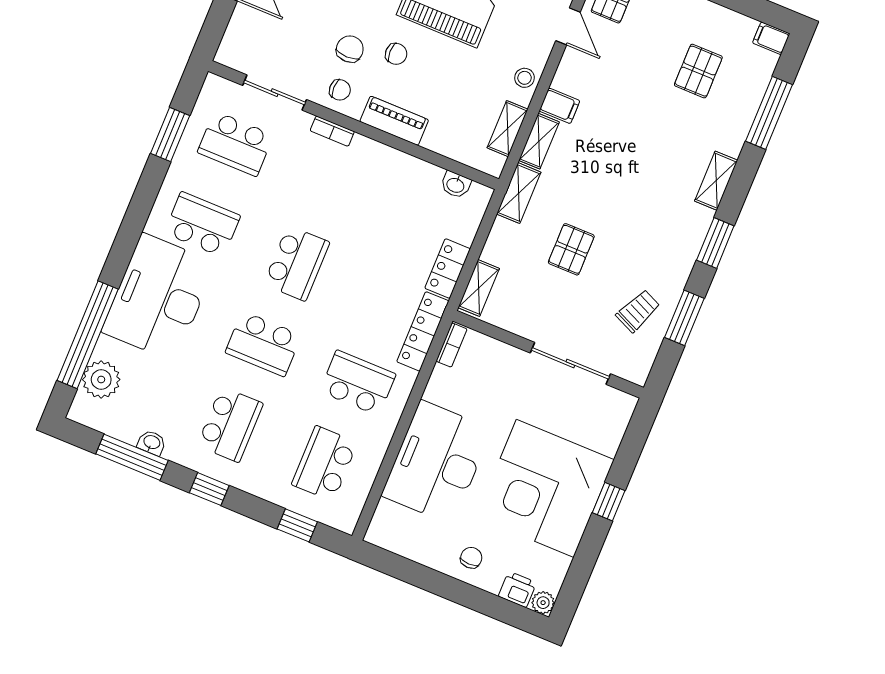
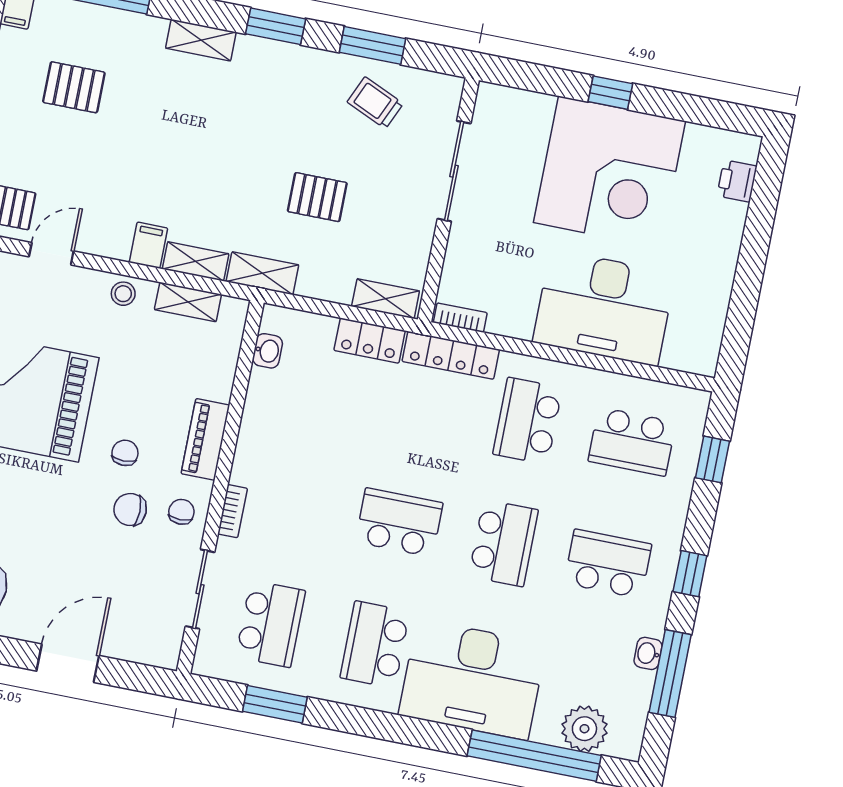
chair: (471, 558) -> (710, 244), removed
plant: (543, 603) -> (747, 147), removed

